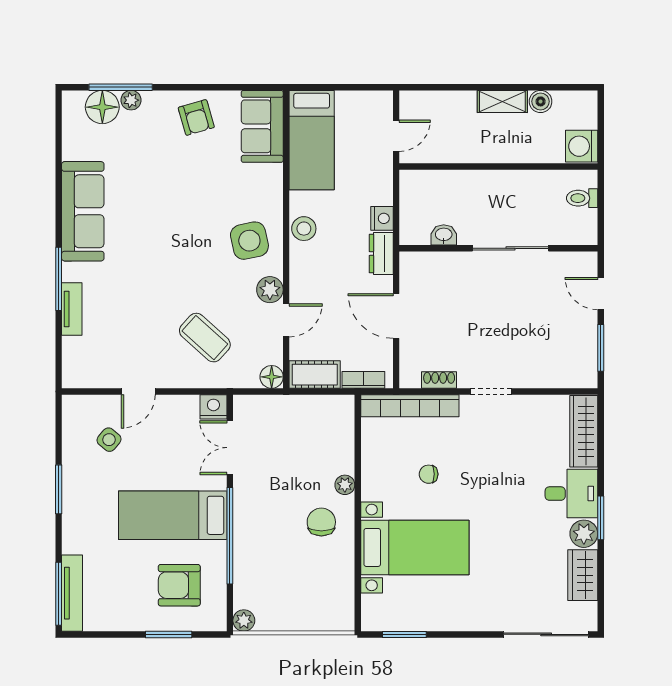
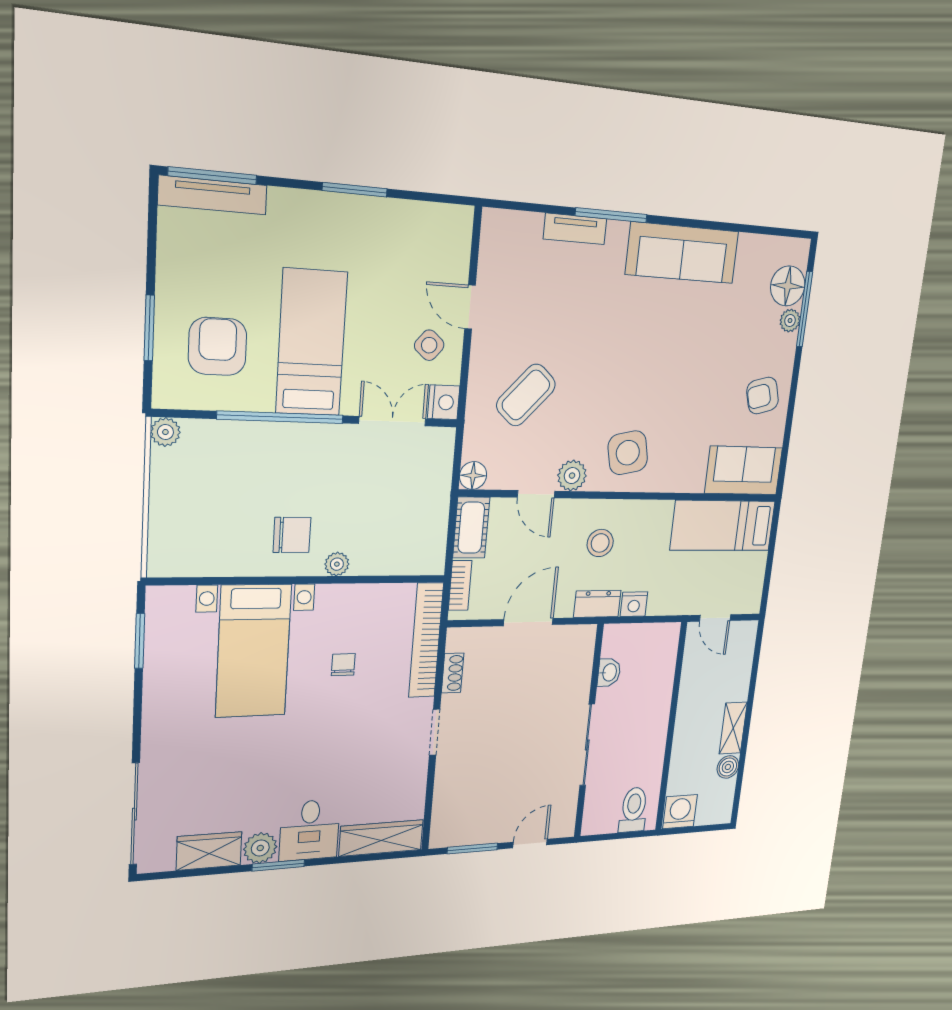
toilet: (582, 198) -> (634, 810), width x1.37, depth x1.39
stool: (304, 229) -> (600, 543), moved
side table: (109, 440) -> (429, 345), moved

